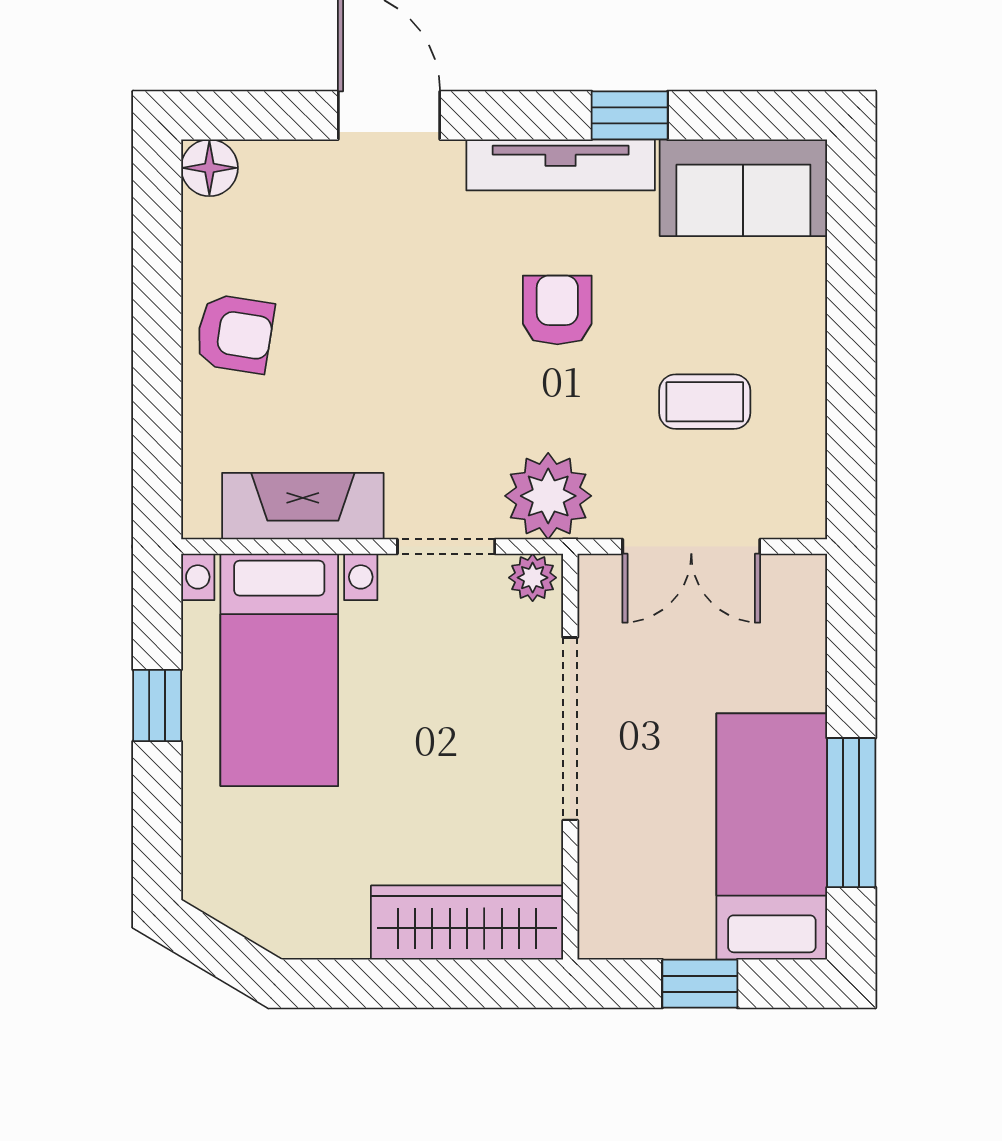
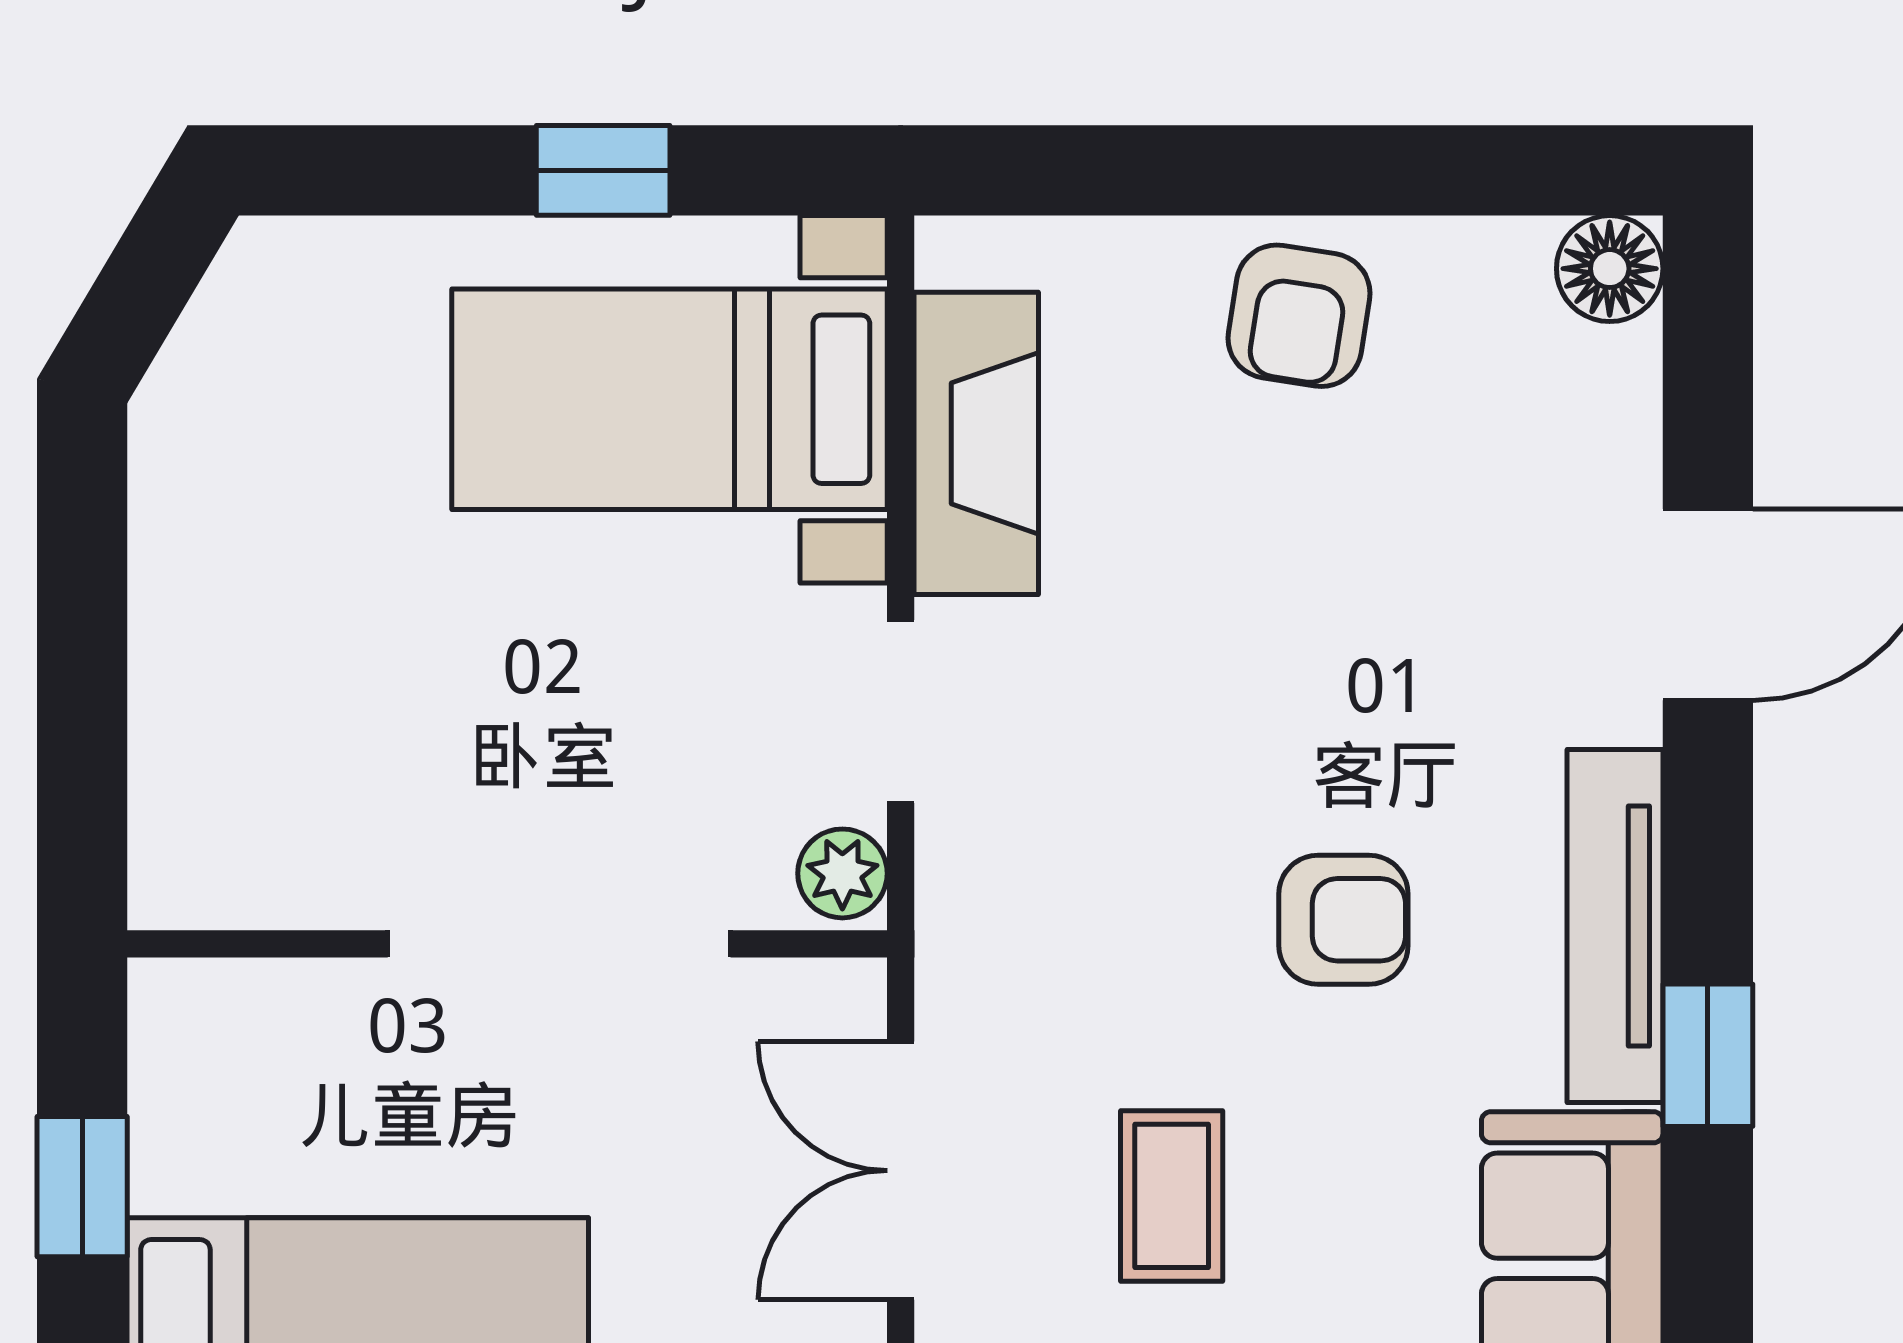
plant: (548, 496) -> (995, 903), removed
wardrobe: (467, 923) -> (197, 751), removed

